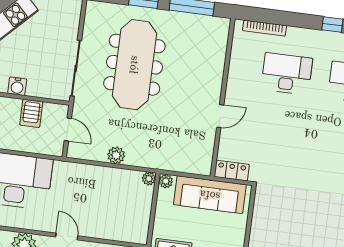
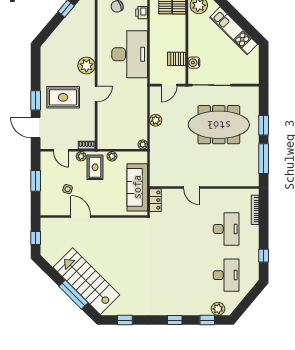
water cooler: (17, 86) -> (194, 63), moved
plant: (166, 181) -> (112, 156), moved

